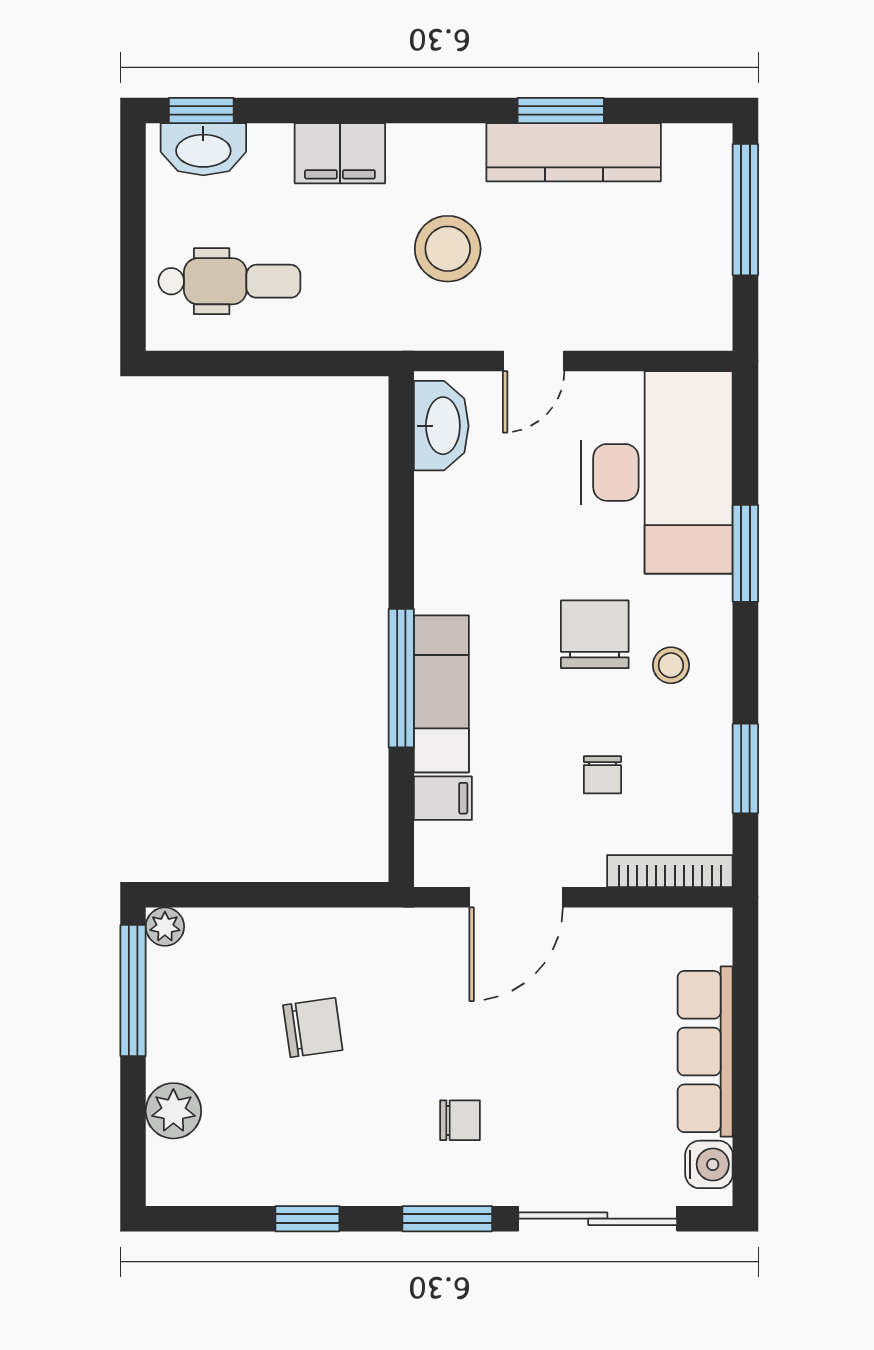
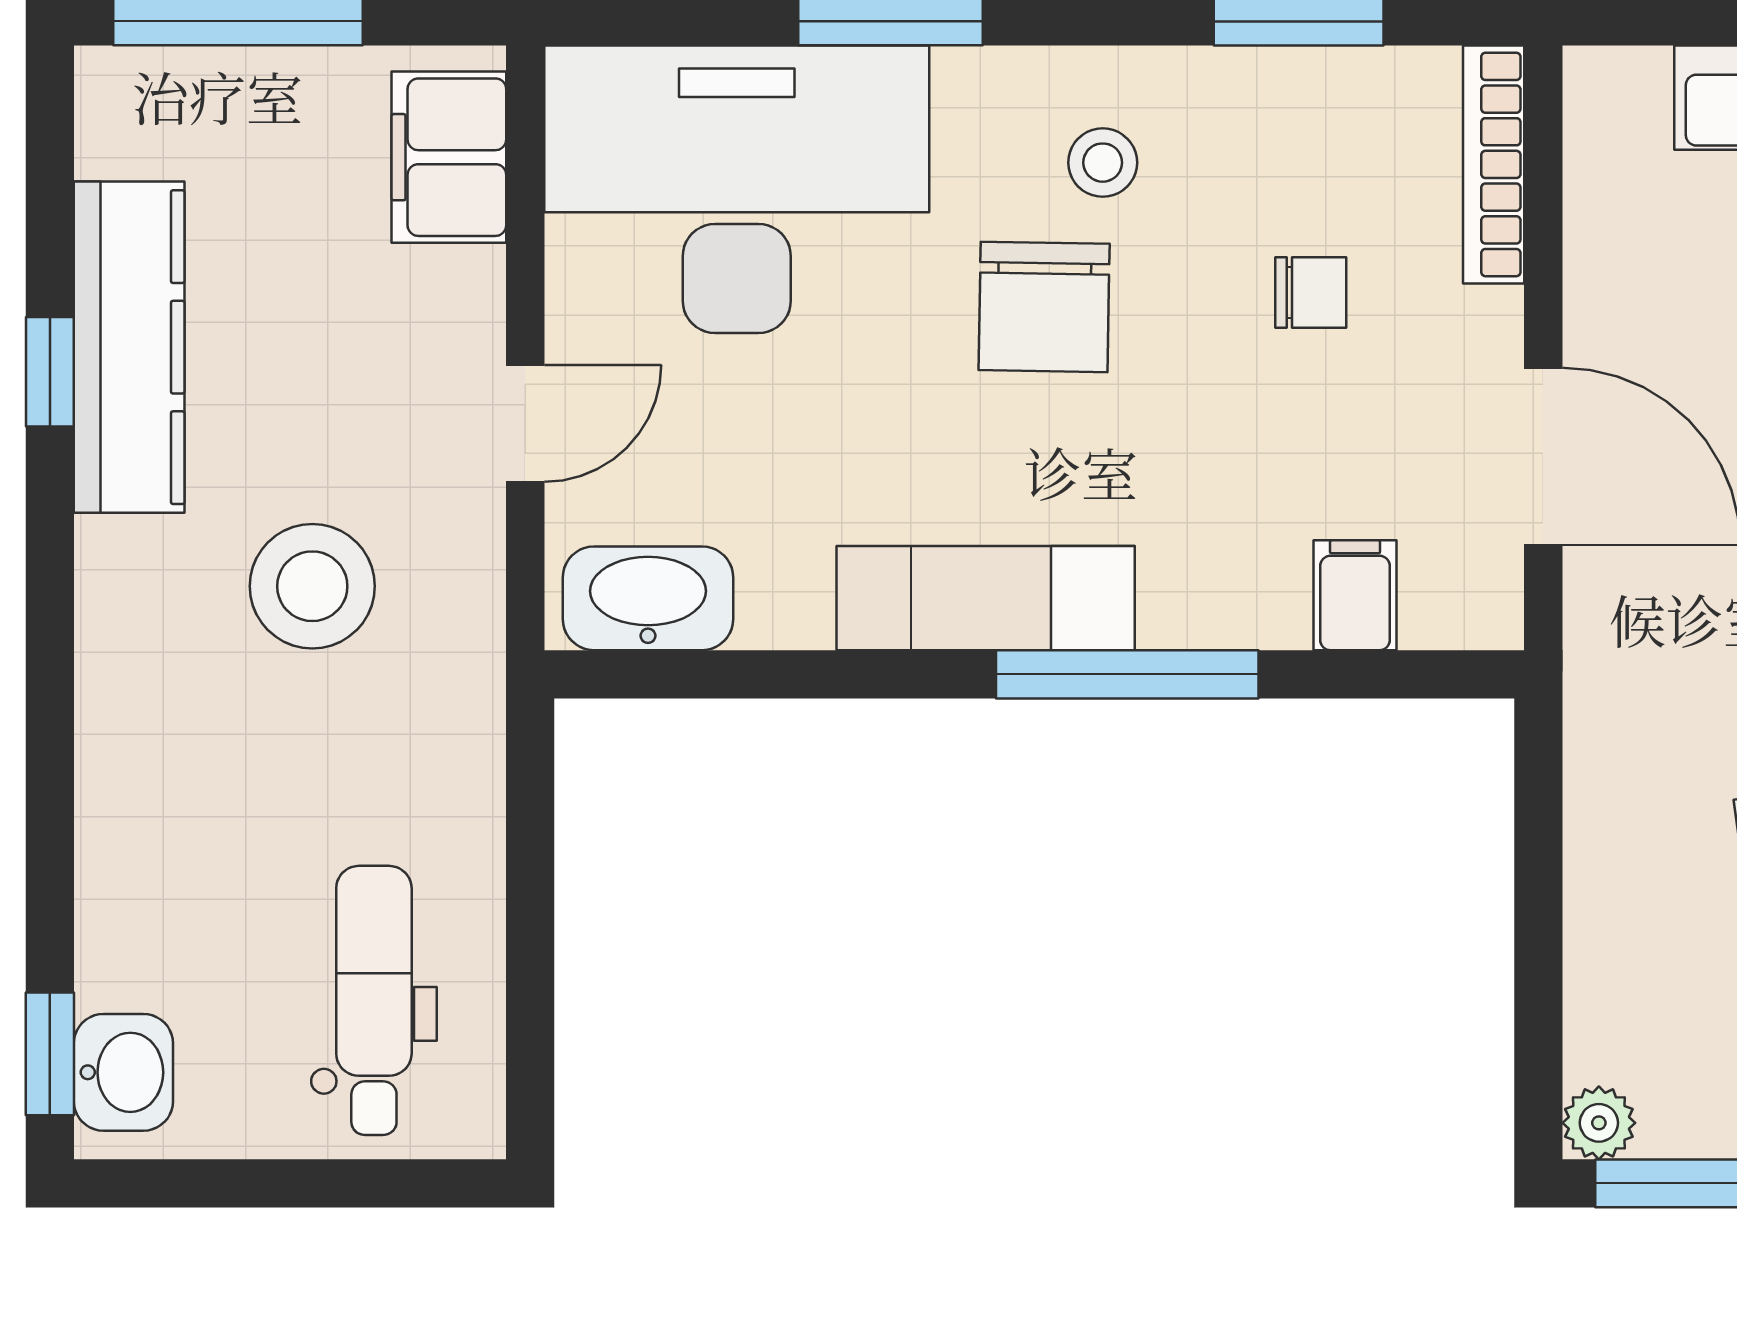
window: (561, 110) -> (50, 372), width x0.67
washbasin: (203, 149) -> (123, 1072), width x0.72
filing cabinet: (340, 153) -> (449, 157), moved, turned 180
door: (534, 361) -> (525, 423), hinge flipped
chair: (595, 634) -> (1044, 307), turned -89
exam couch: (441, 694) -> (986, 598), moved

